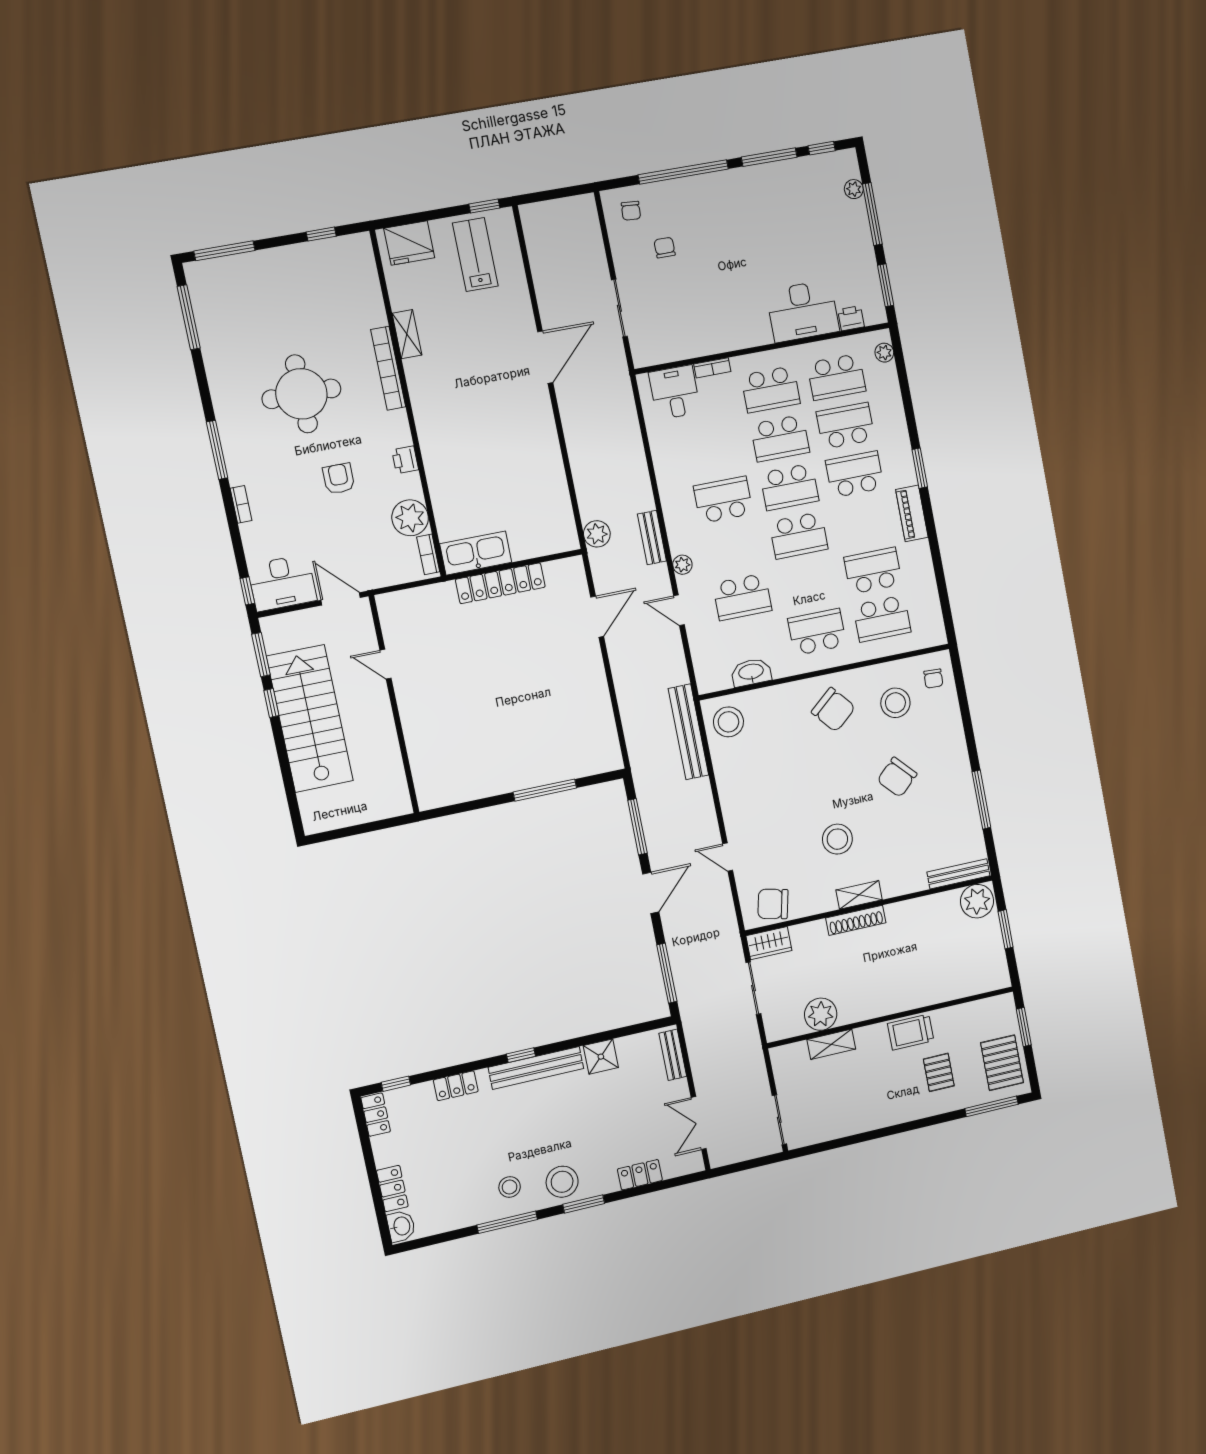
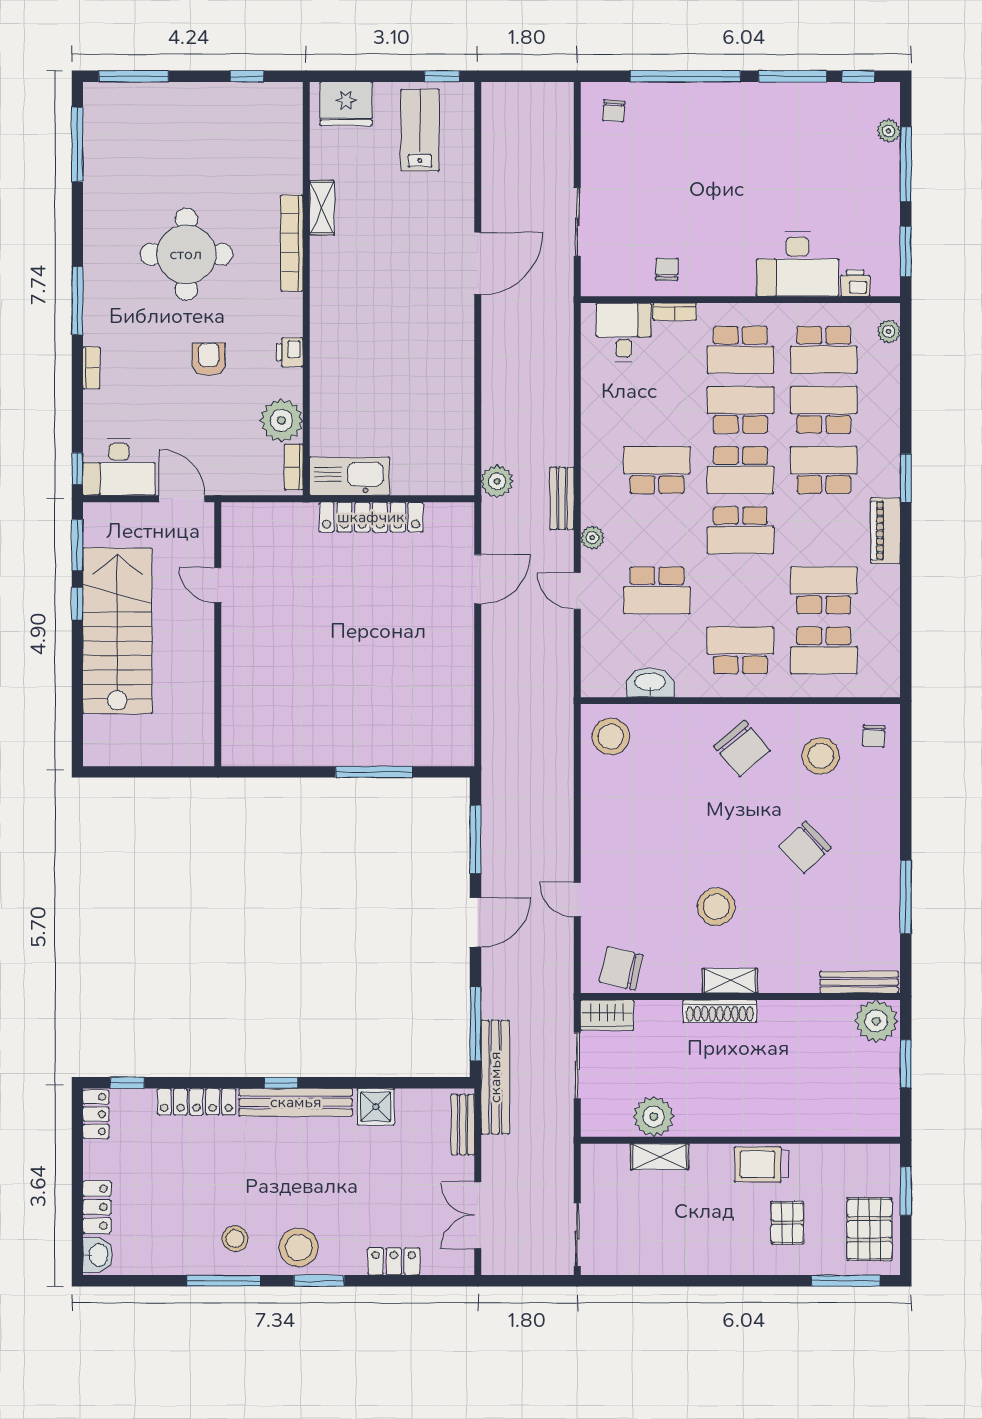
chair: (665, 248) -> (667, 269), moved
school desk: (780, 438) -> (740, 410), turned 180
bench: (688, 732) -> (495, 1077), moved
locker: (456, 1086) -> (196, 1102), width x1.53

